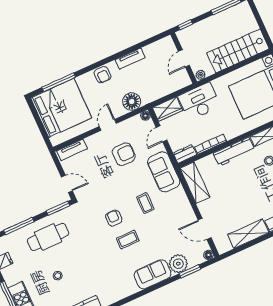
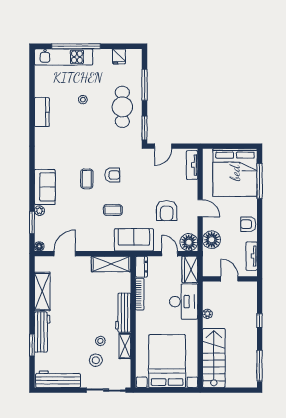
door: (184, 58) -> (229, 279), moved
wall: (184, 58) -> (230, 279), moved
floor lamp: (145, 116) -> (189, 242), width x1.89, depth x1.89
plant: (178, 264) -> (39, 211), width x0.53, depth x0.53

